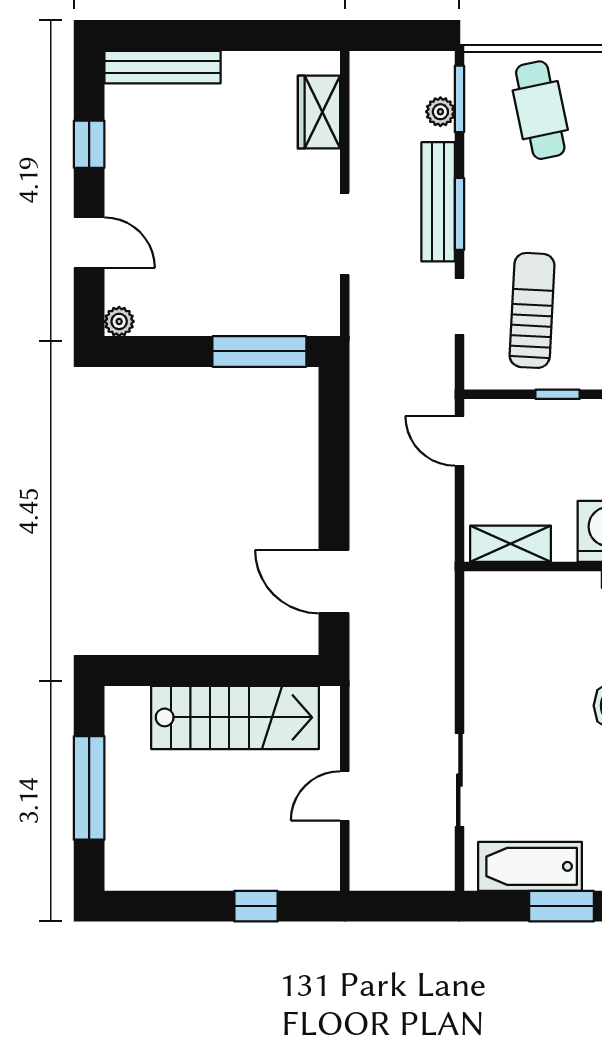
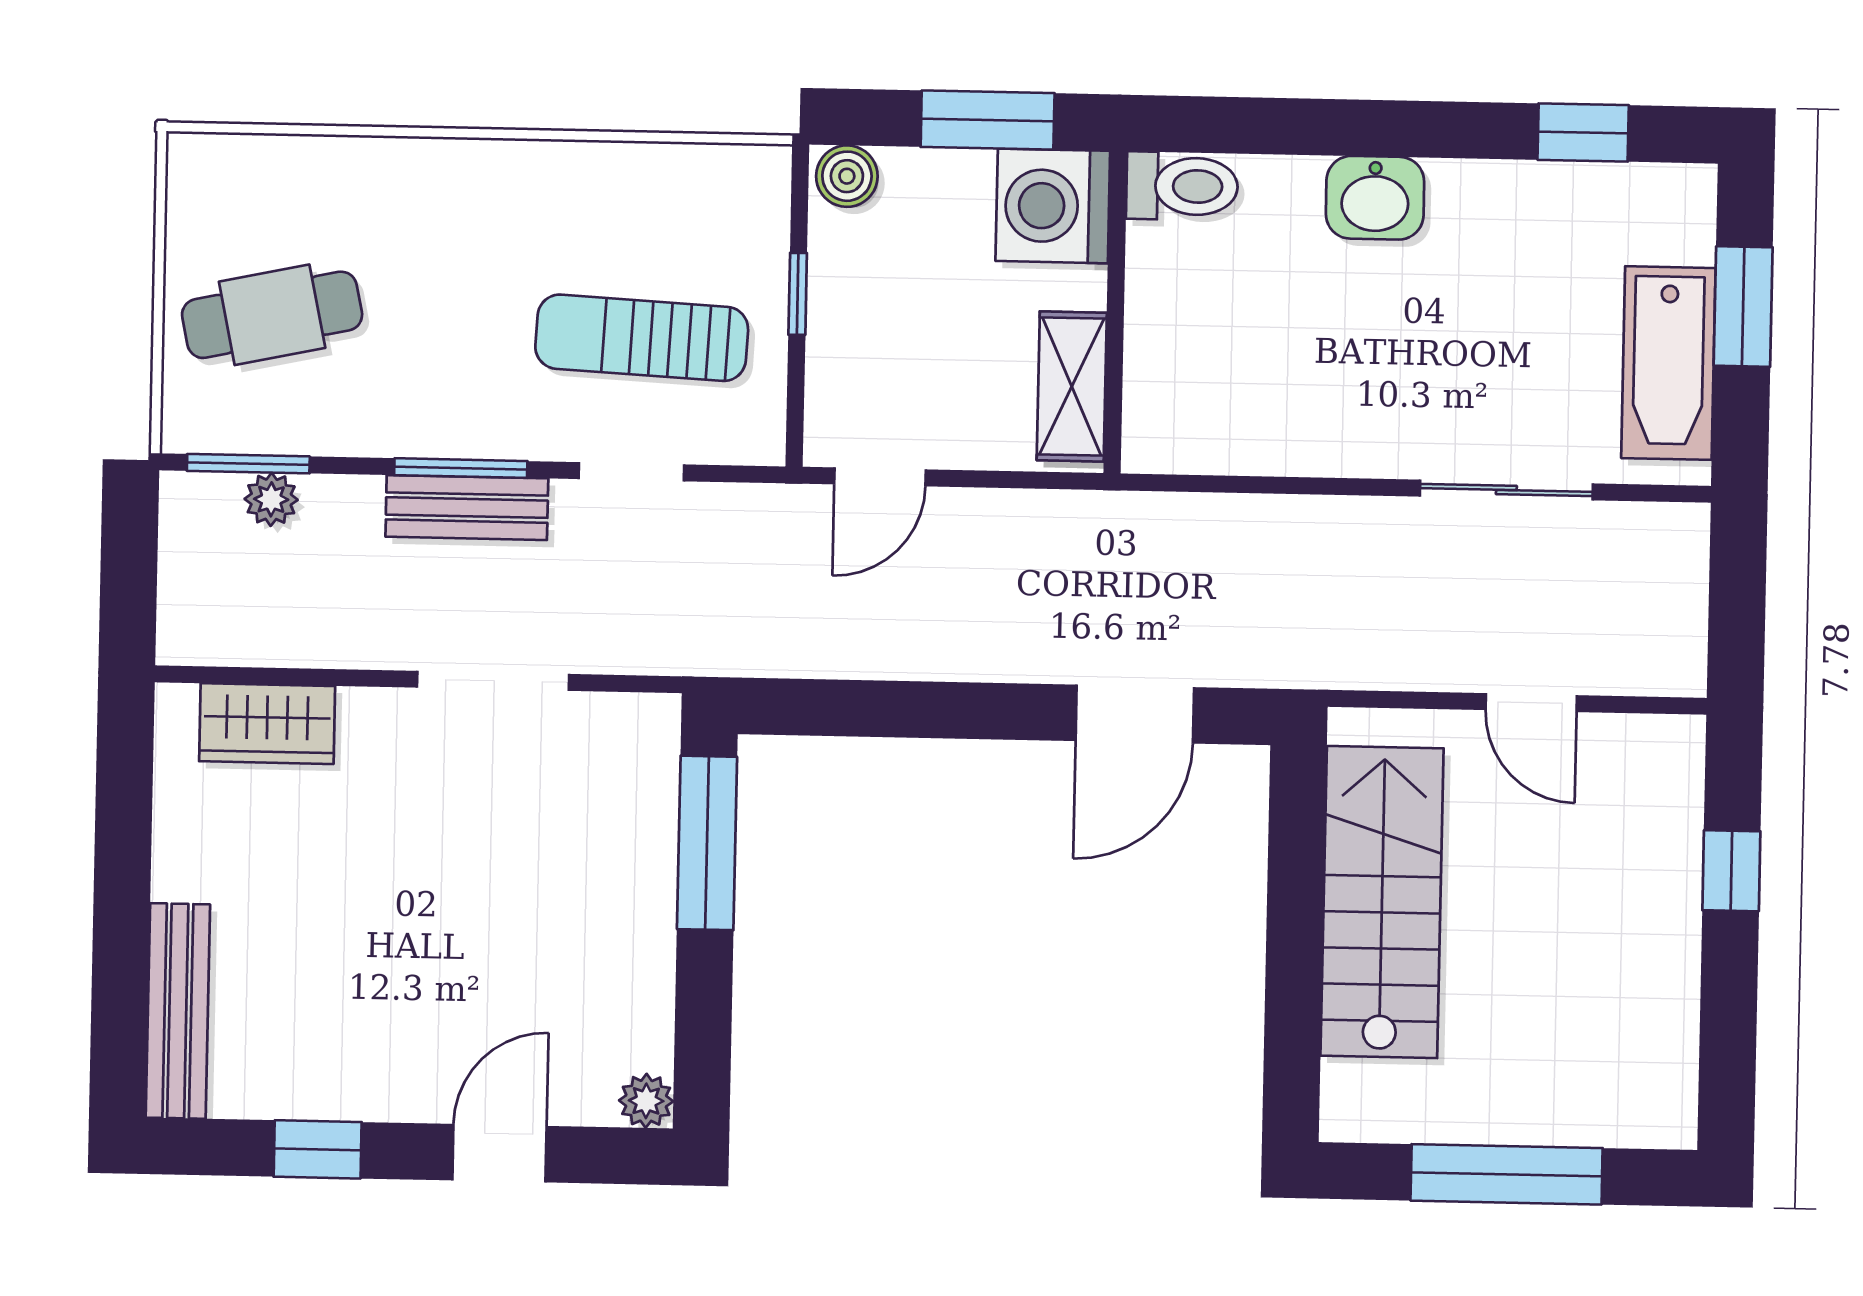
bench: (438, 202) -> (467, 508), width x0.73

